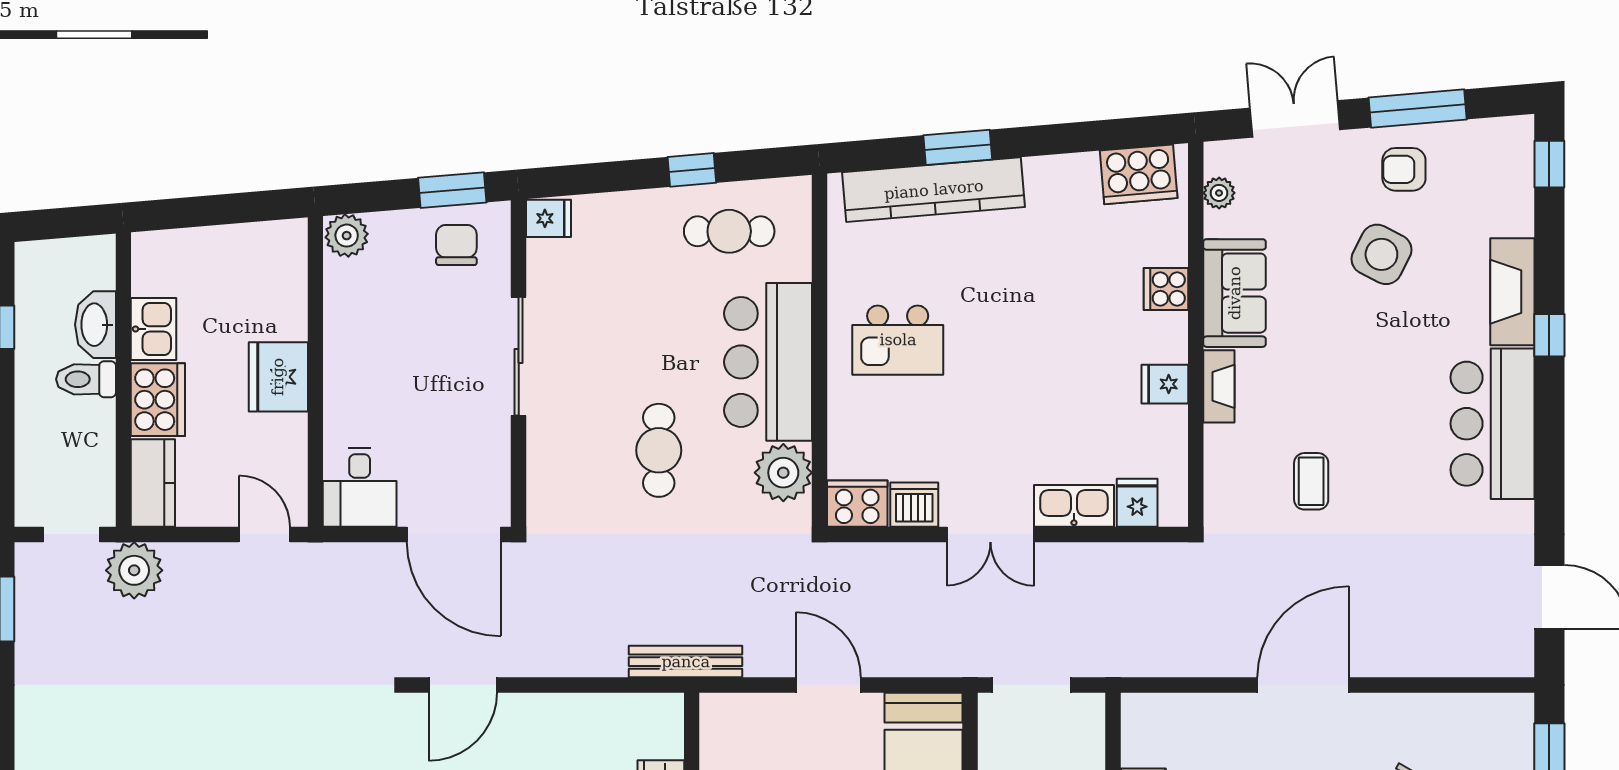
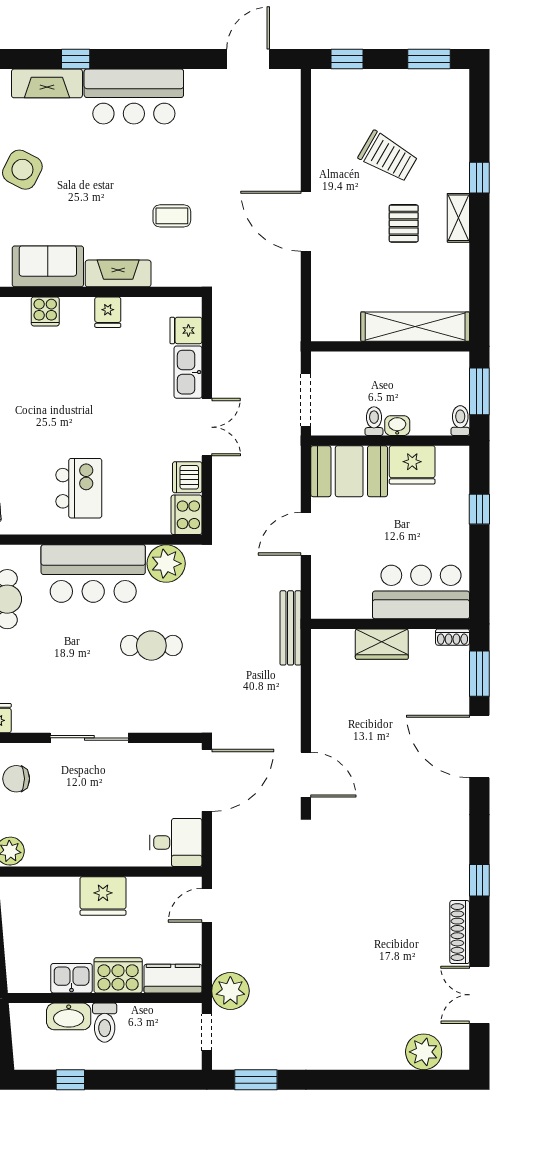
fireplace: (1219, 386) -> (118, 273), width x1.37, depth x1.32

